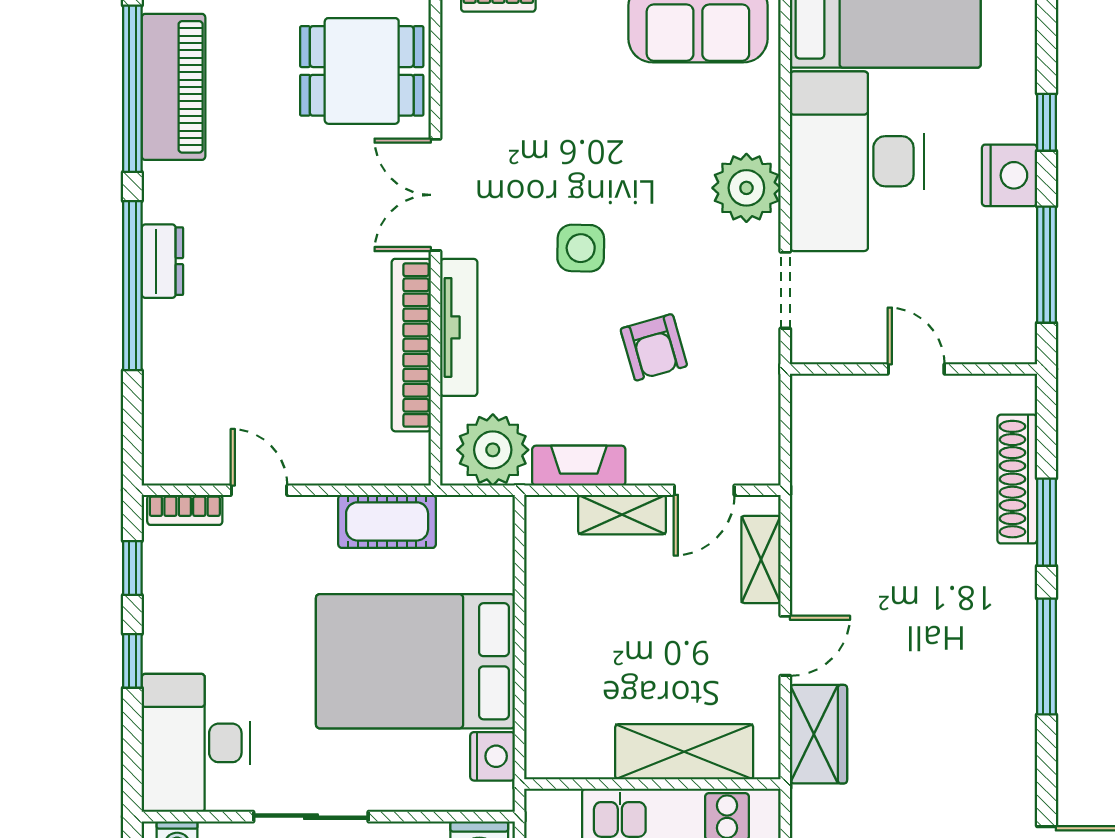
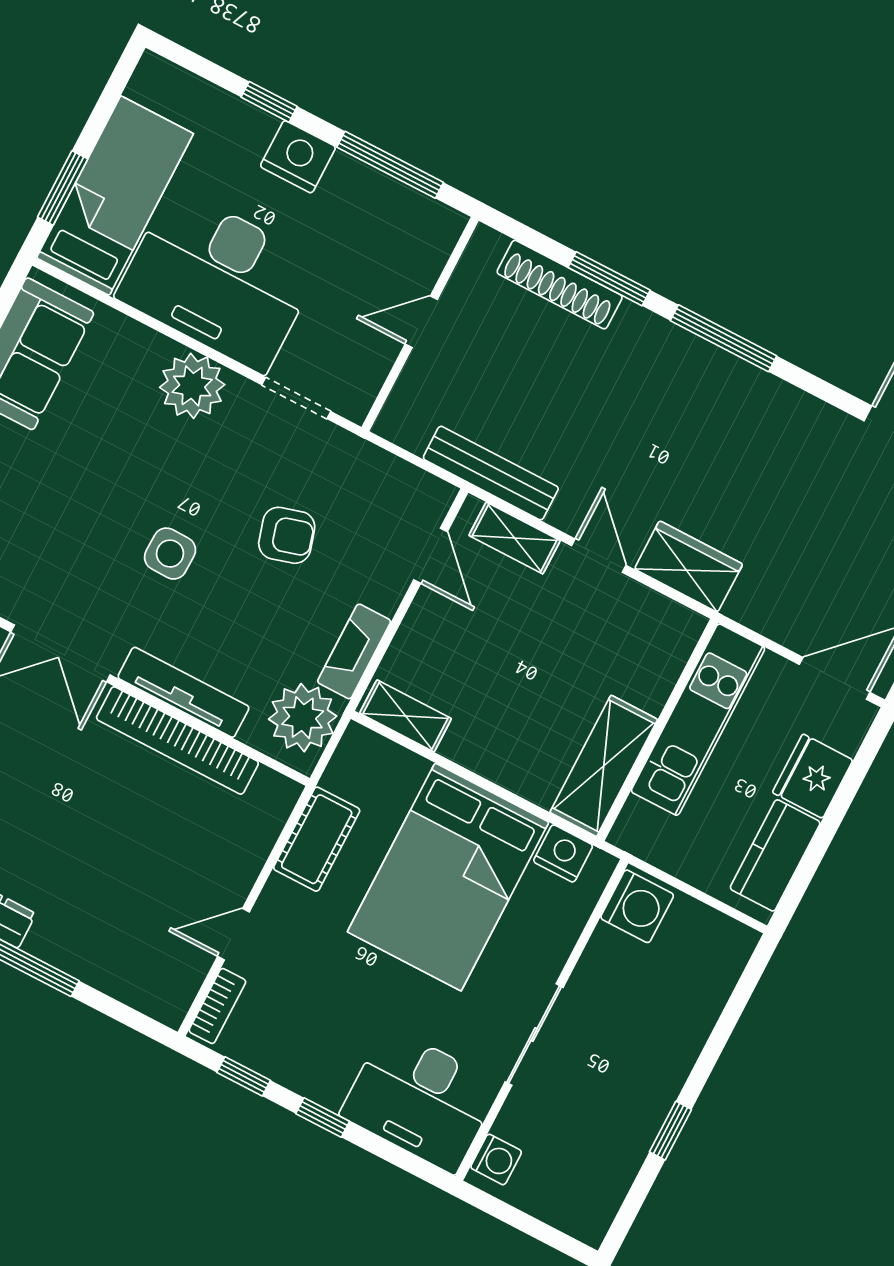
bench: (810, 506) -> (491, 473), added
shelving: (622, 515) -> (406, 716), moved, turned 90
shelving: (684, 752) -> (604, 766), moved

